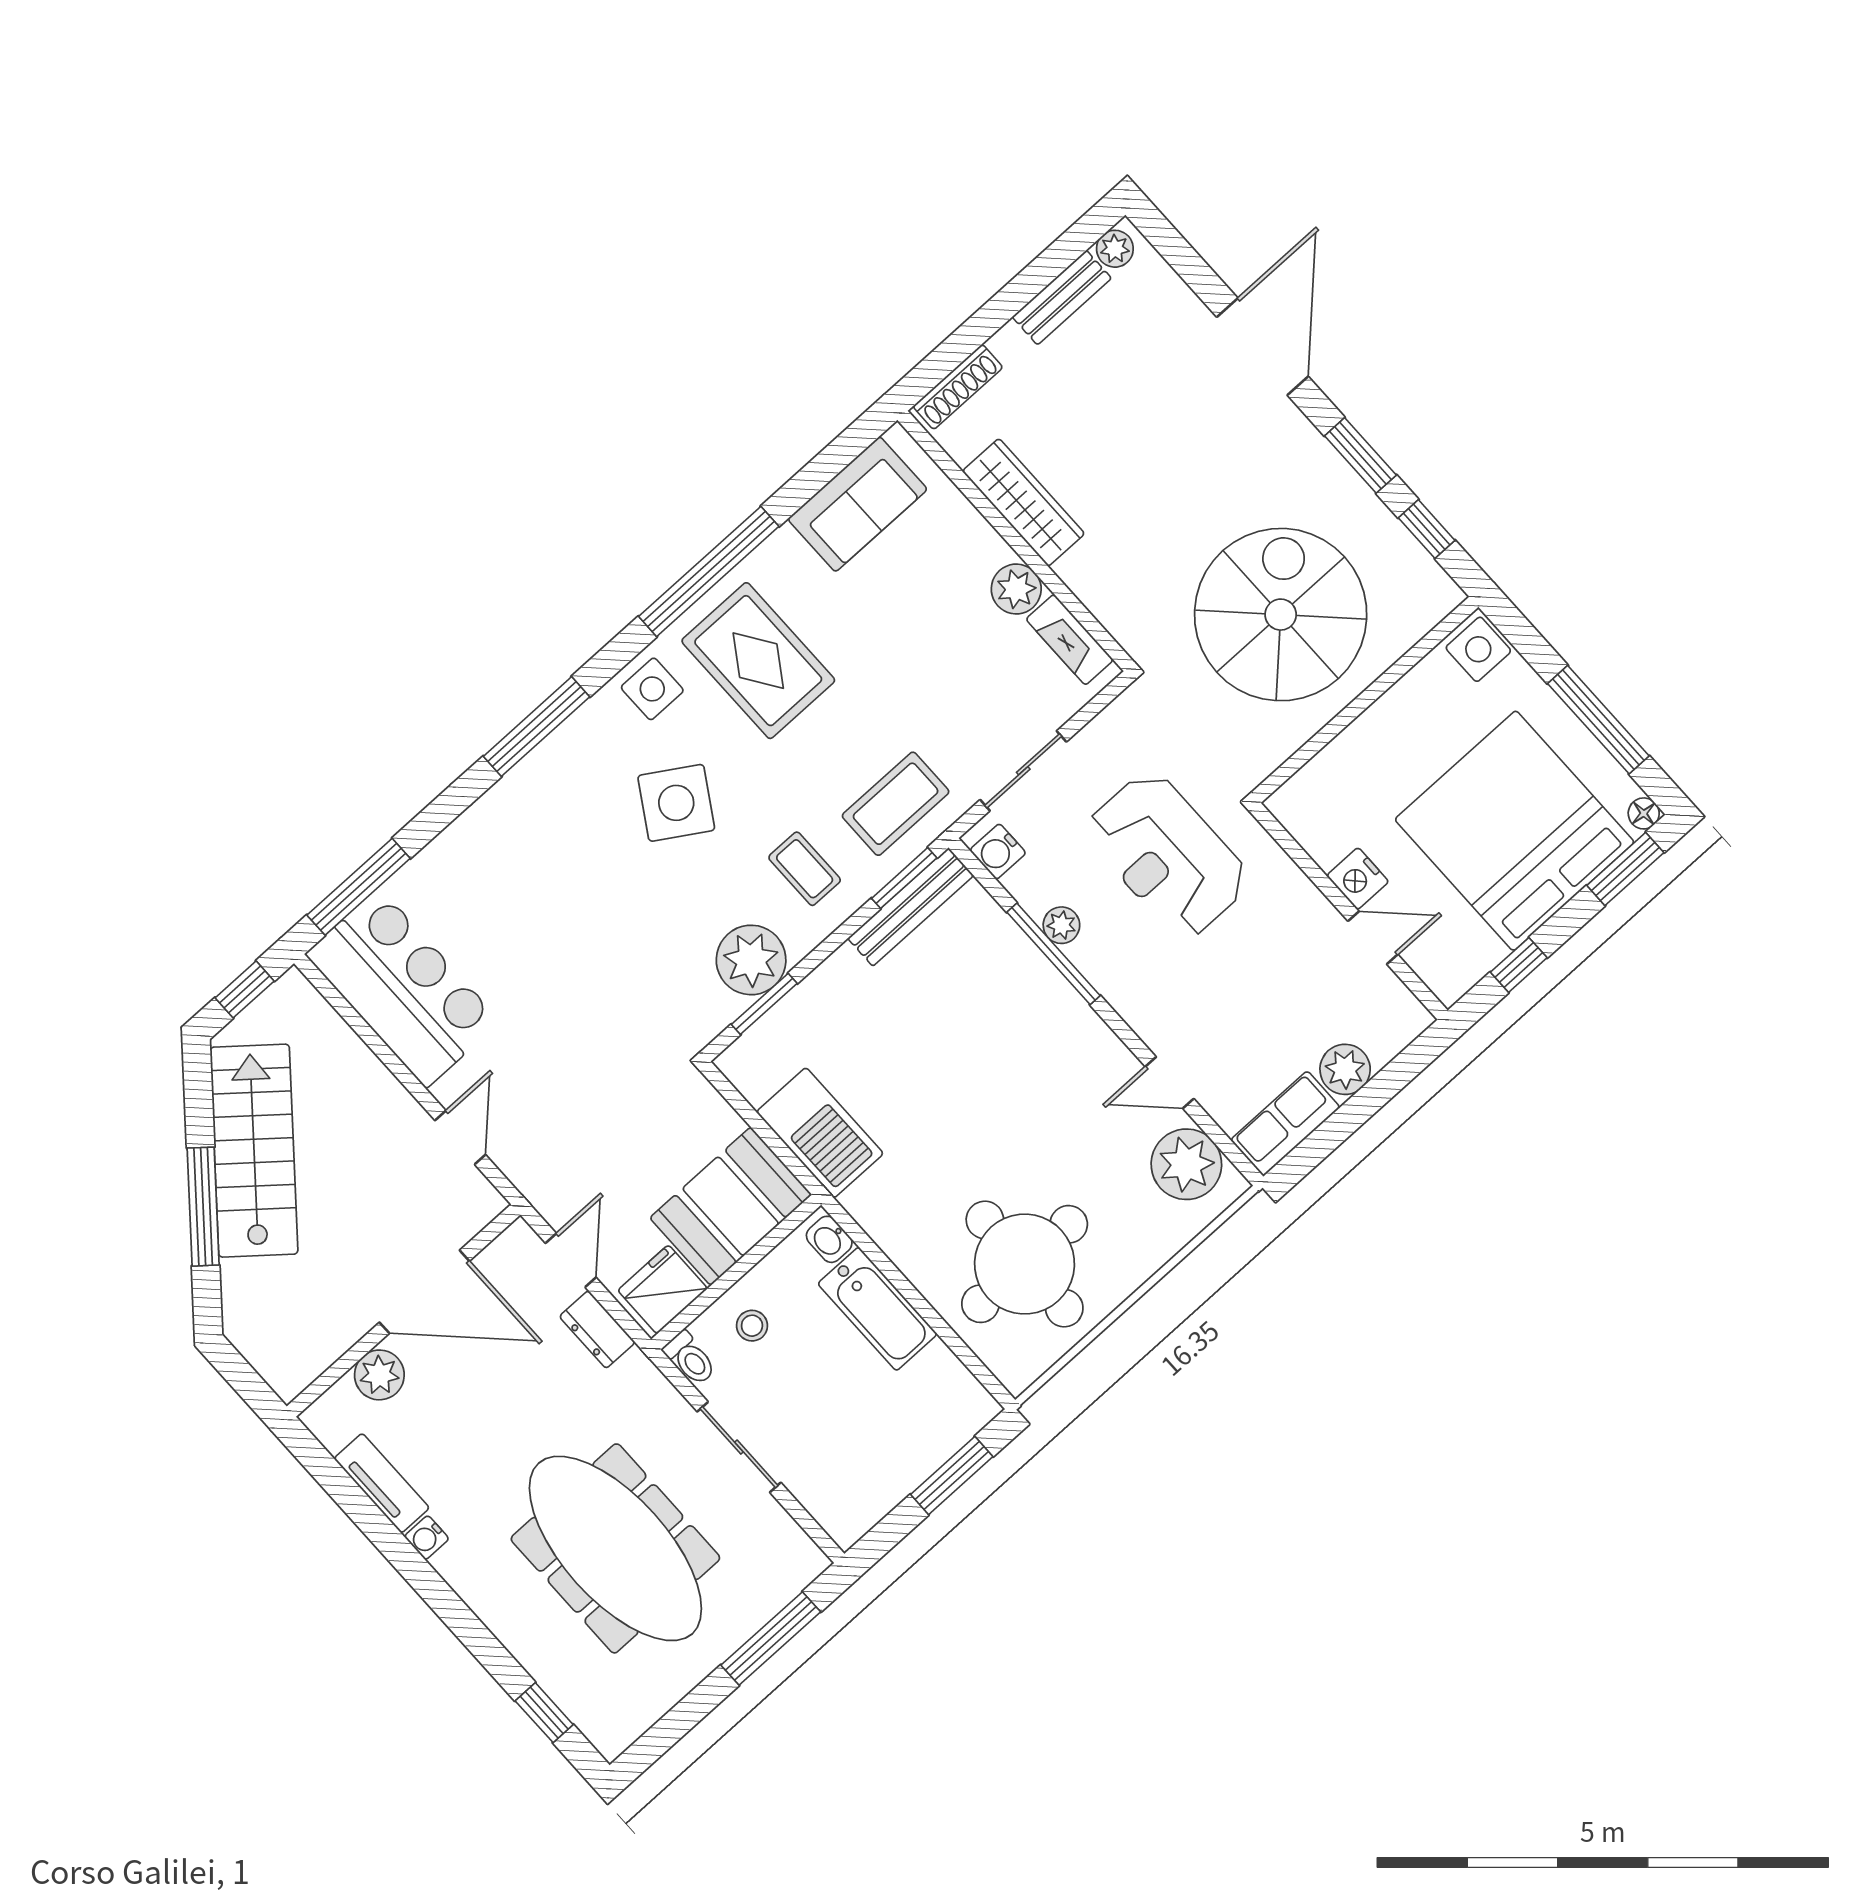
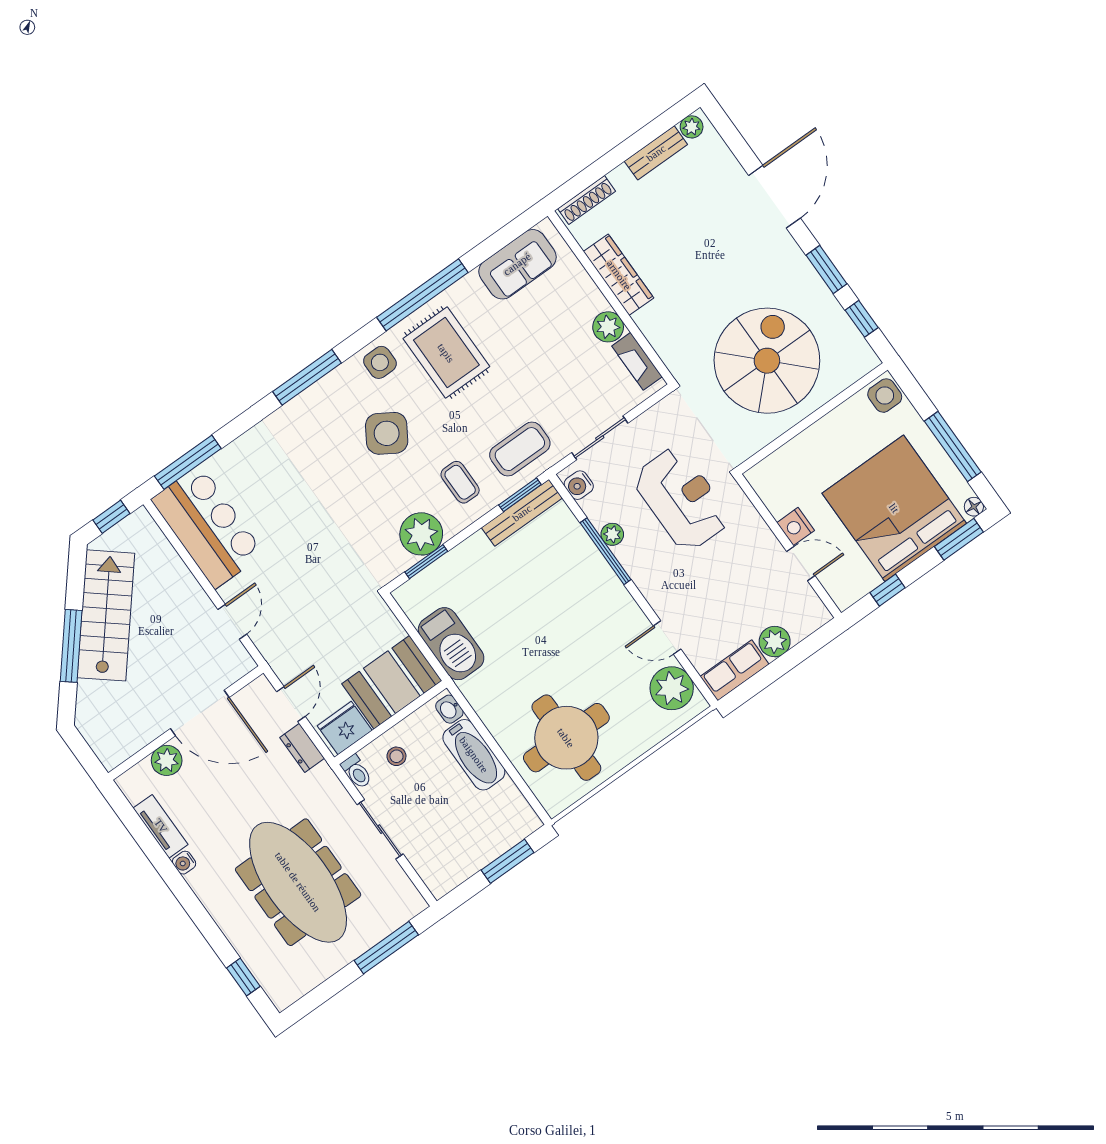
reception desk: (1167, 855) -> (681, 499), turned 180

